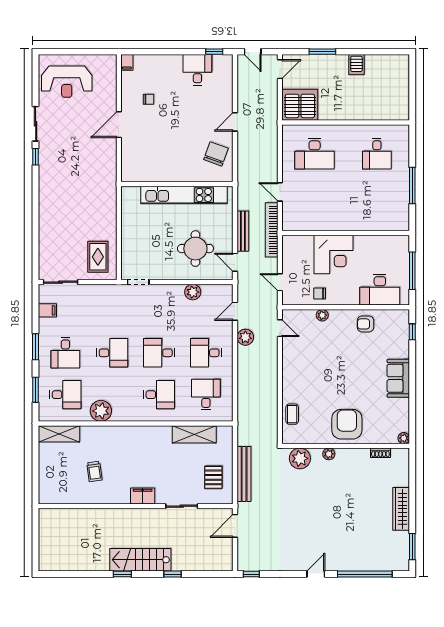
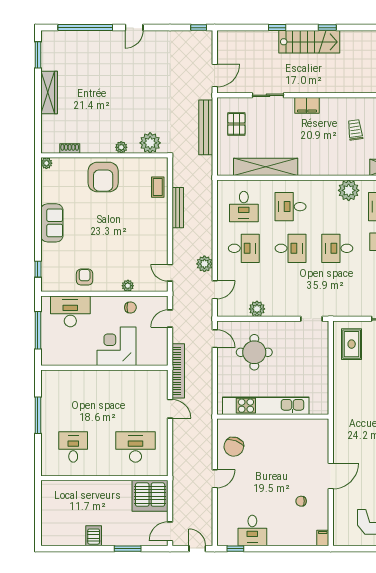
bench: (243, 231) -> (178, 208), moved
door: (280, 282) -> (170, 319), swing flipped
armchair: (365, 324) -> (85, 277), turned -90
shelving: (194, 434) -> (266, 167), width x1.47

